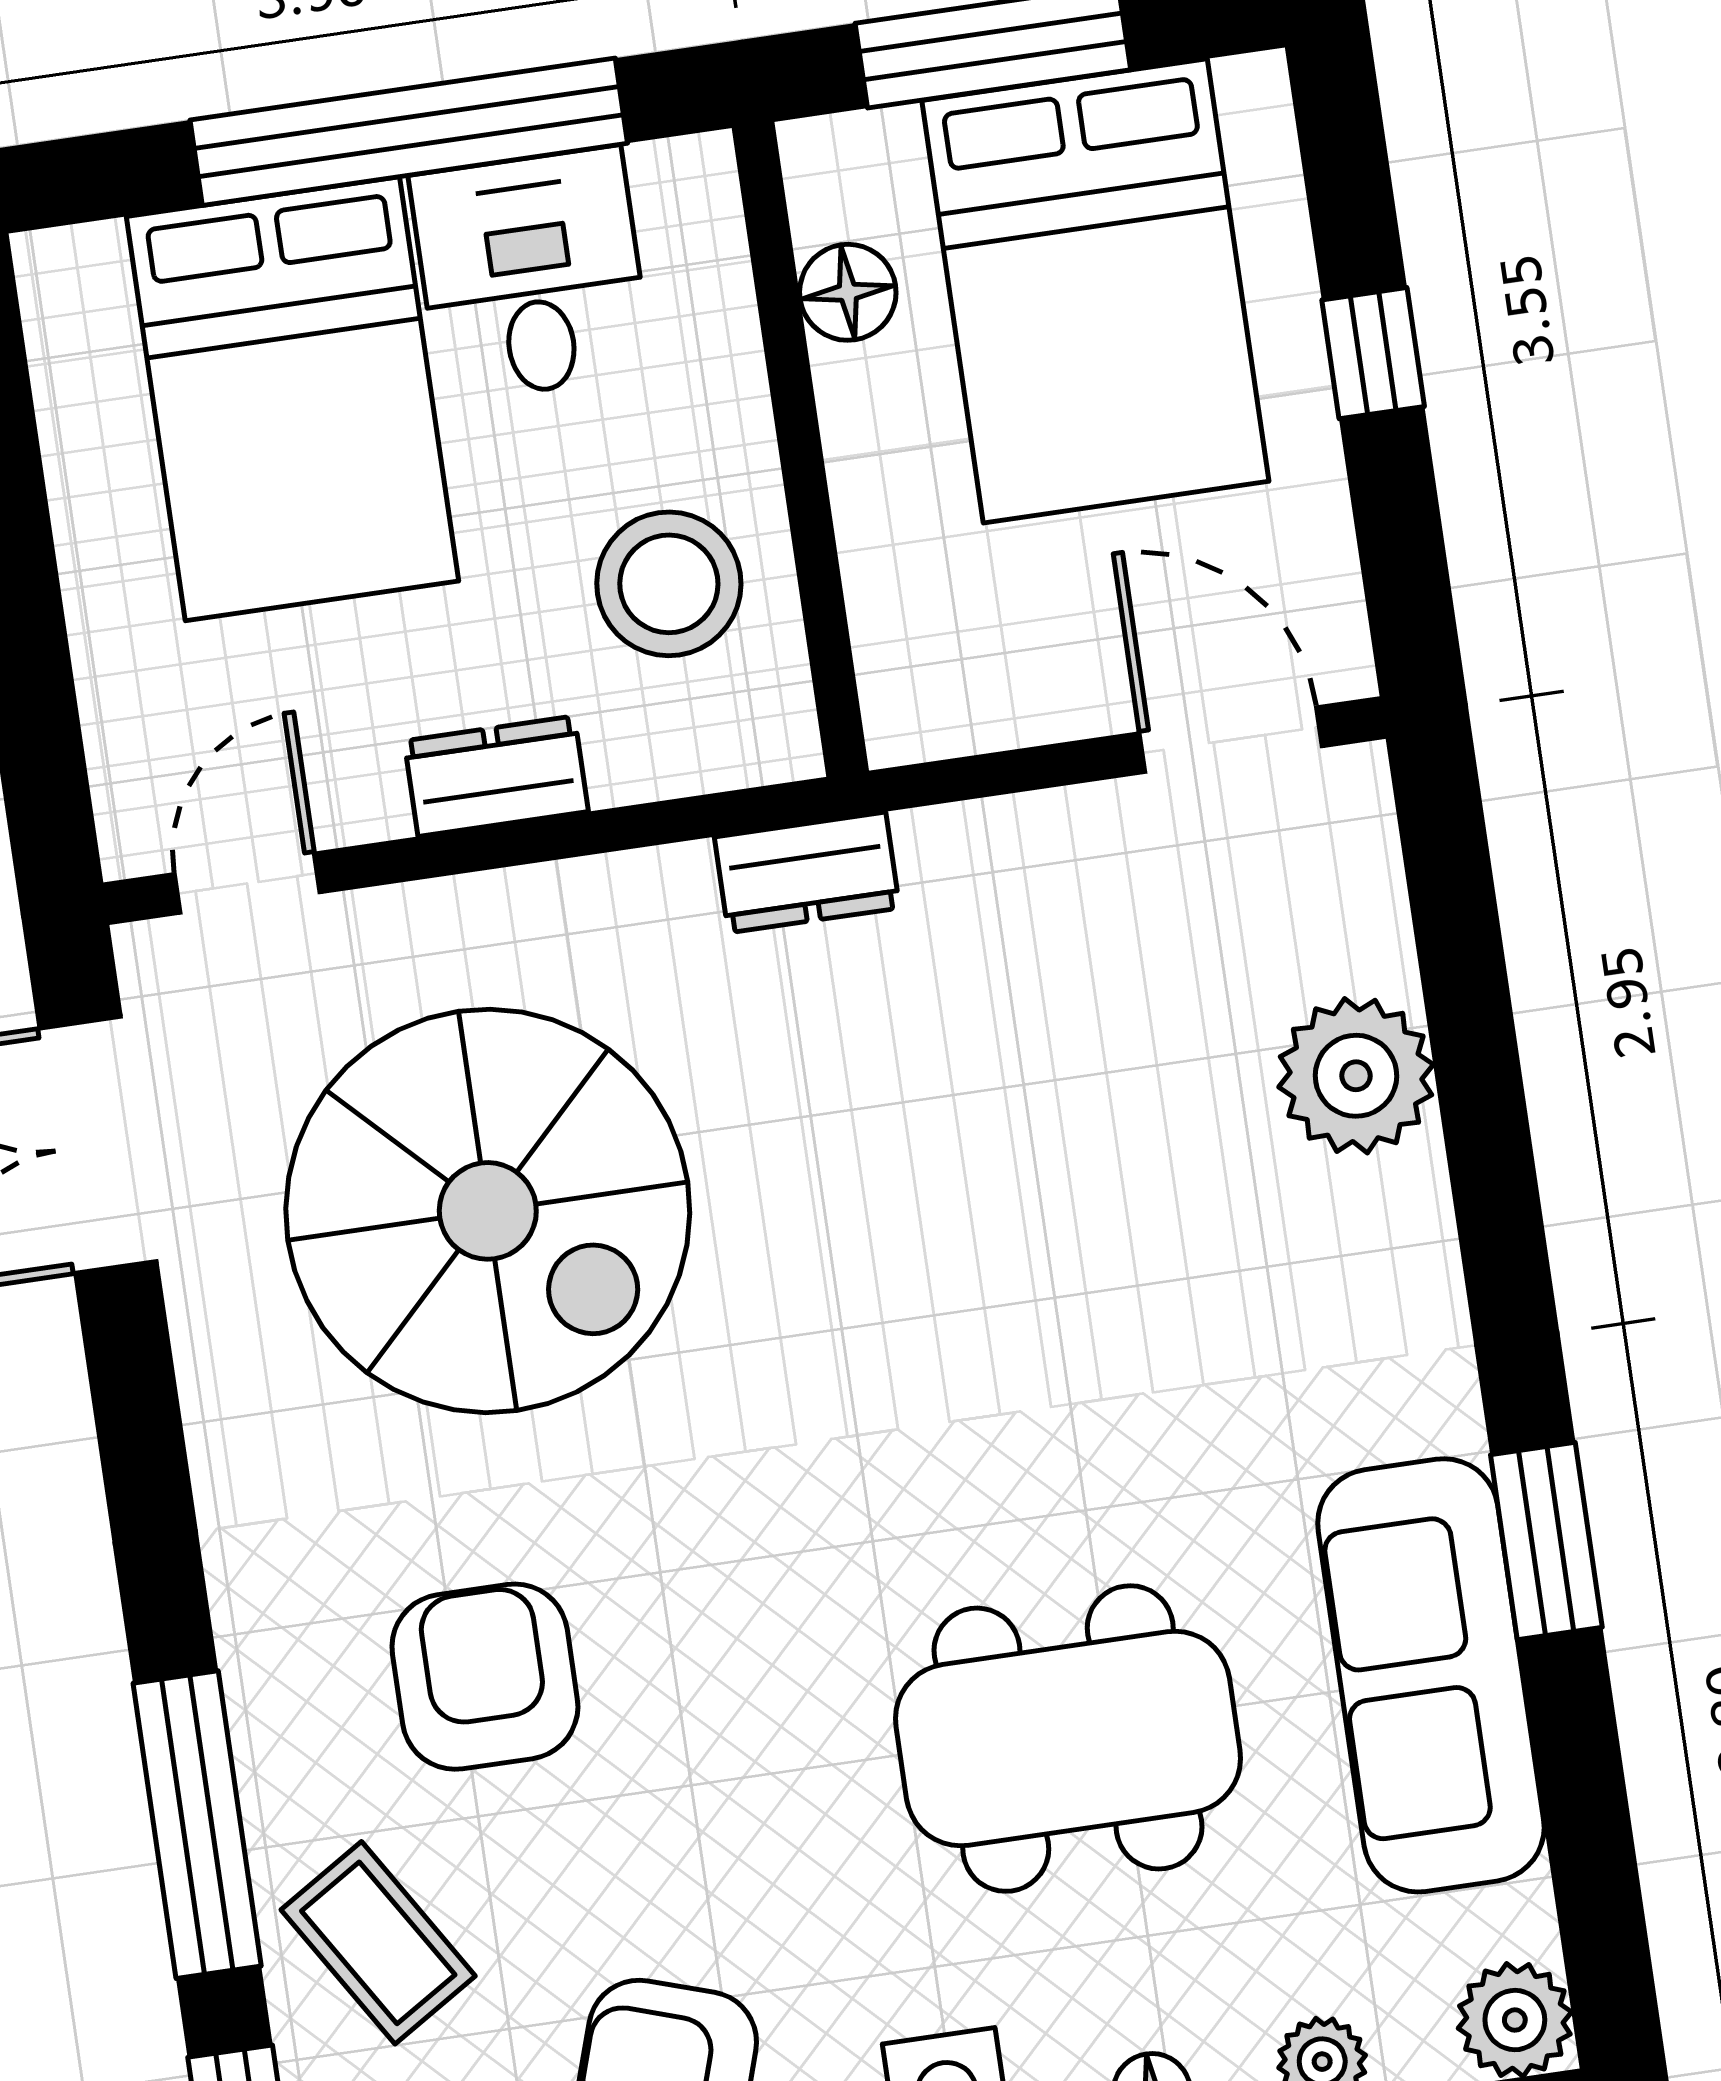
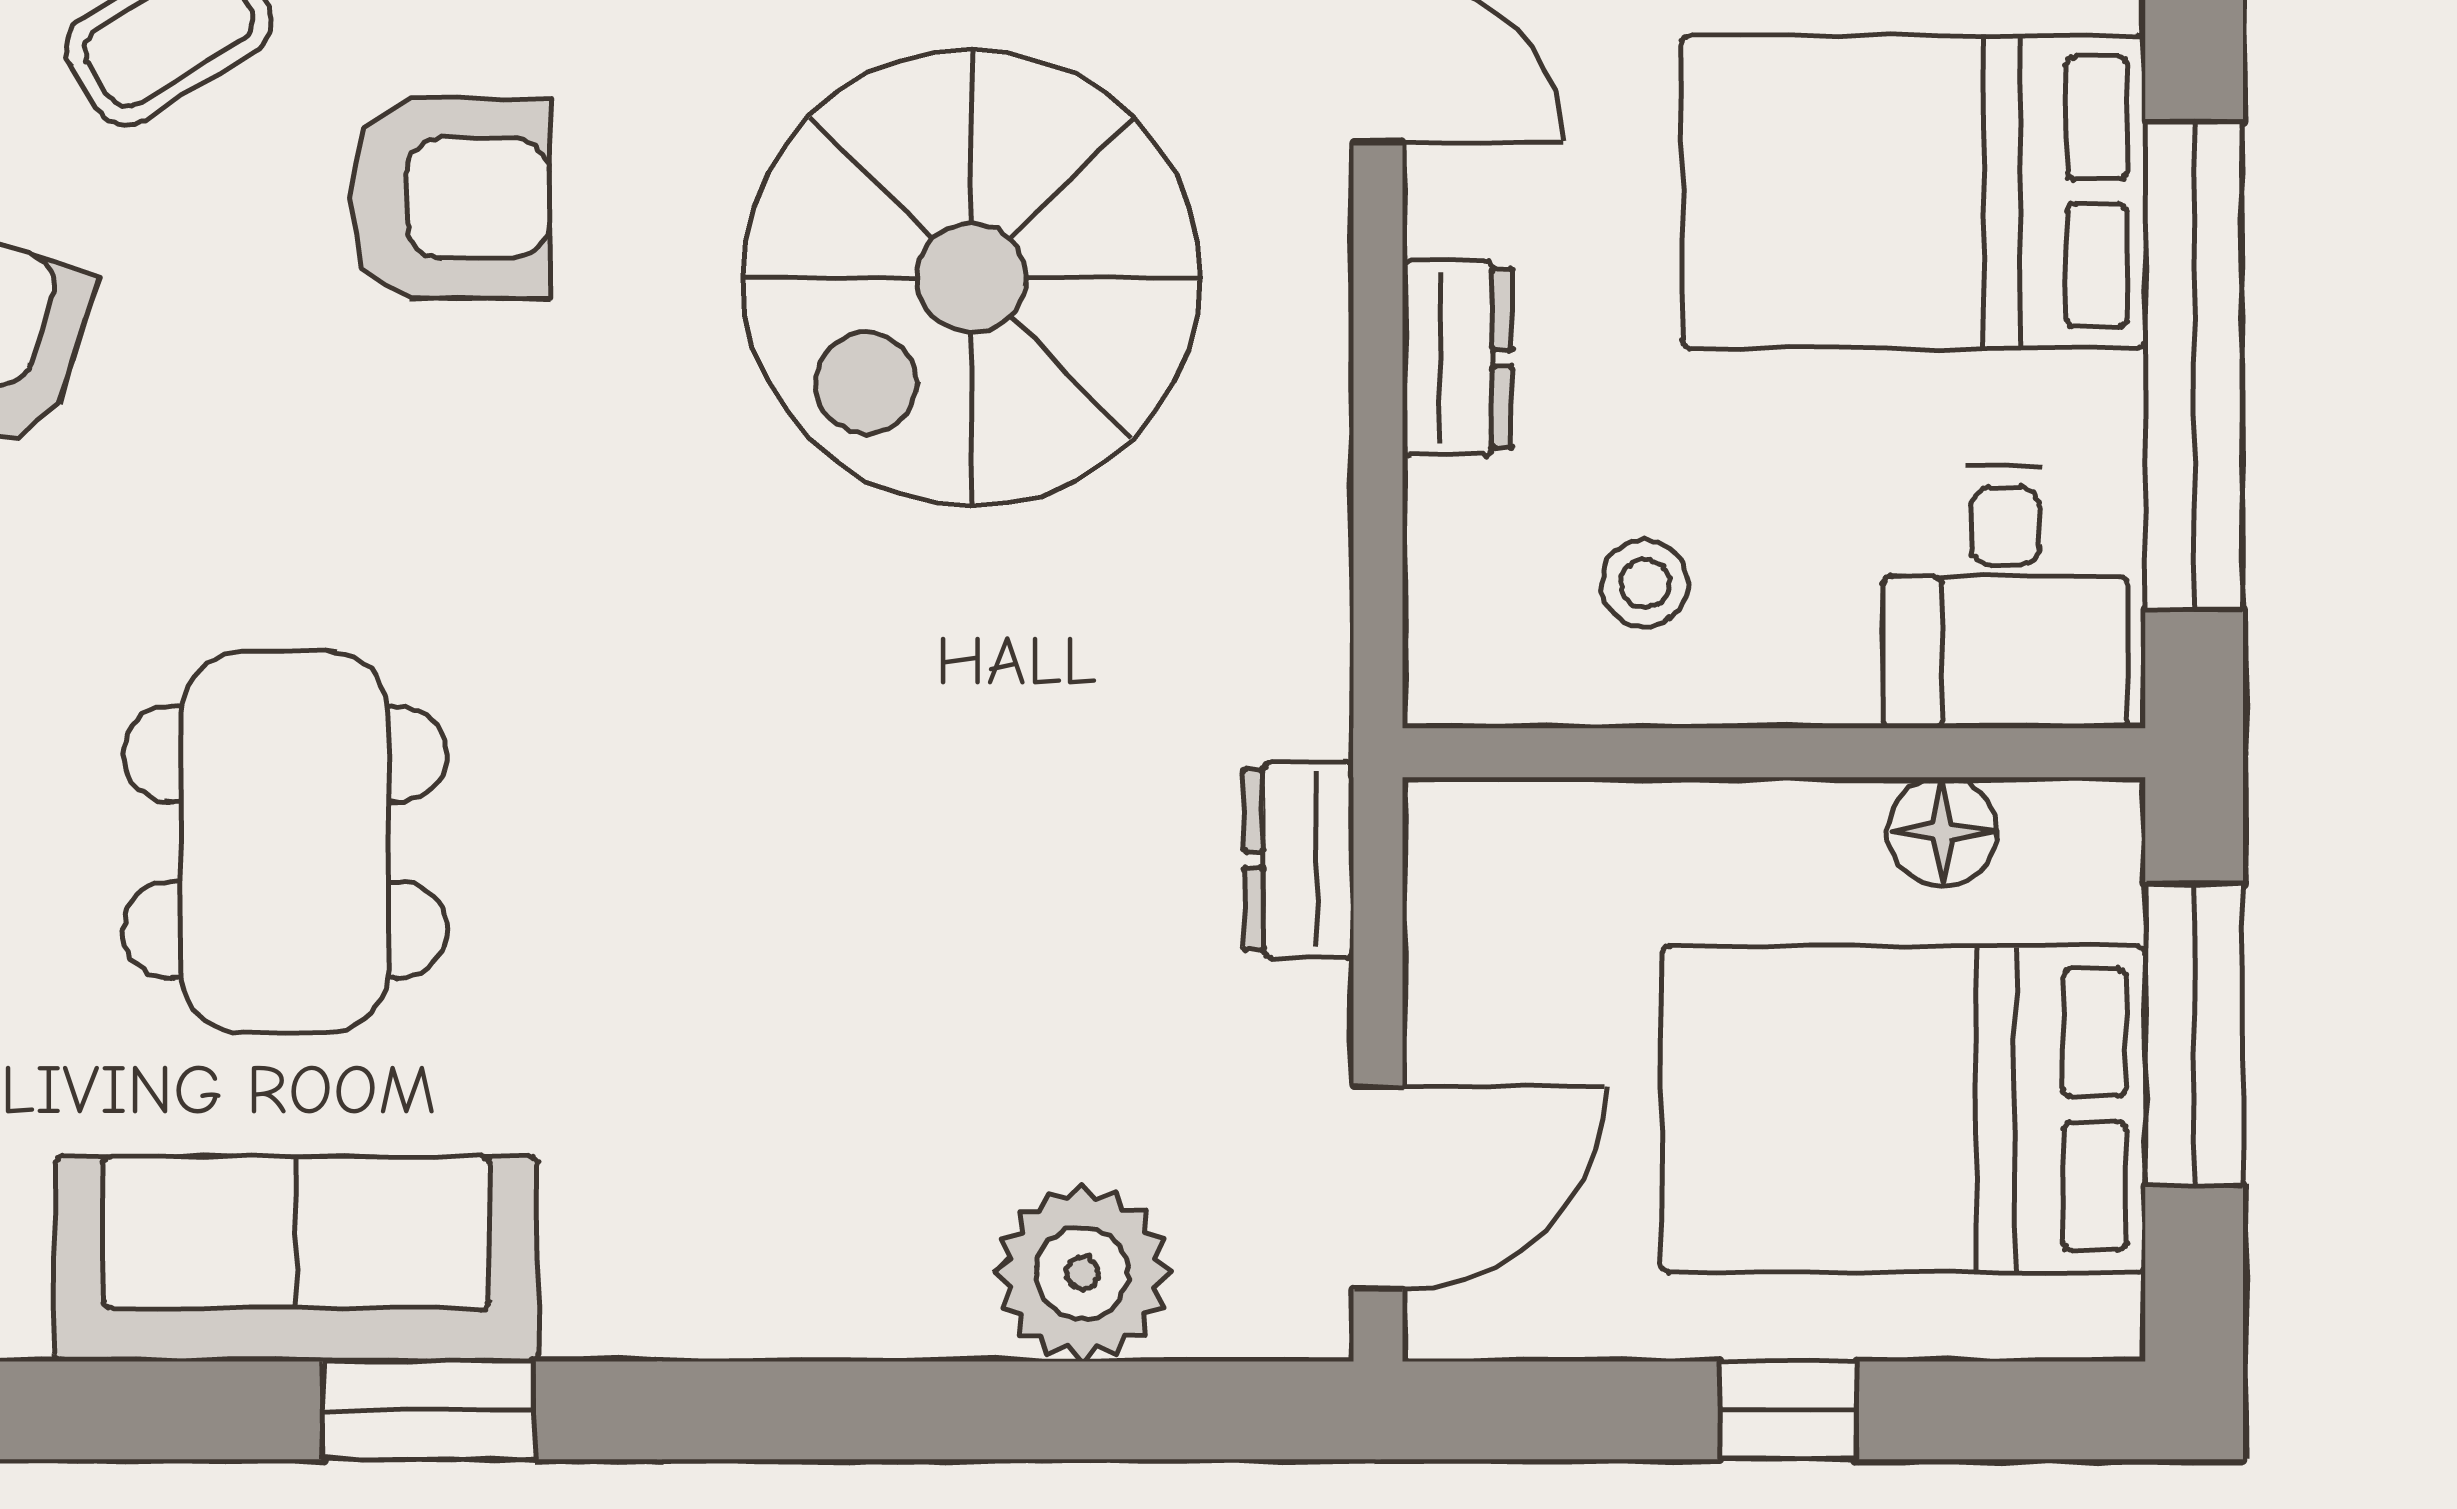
desk: (531, 274) -> (2005, 597), moved, turned 90
stool: (669, 584) -> (1645, 583), width x0.53, depth x0.53
dresser: (807, 872) -> (1299, 860), moved
plant: (1356, 1076) -> (1082, 1273), moved

